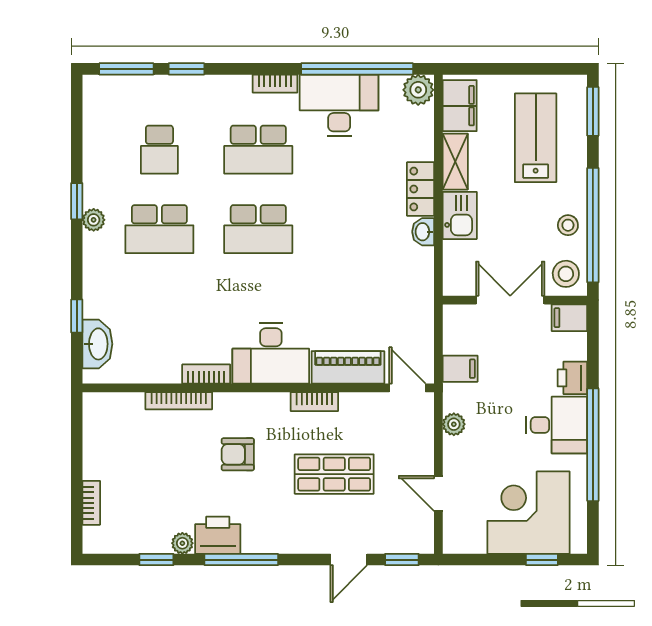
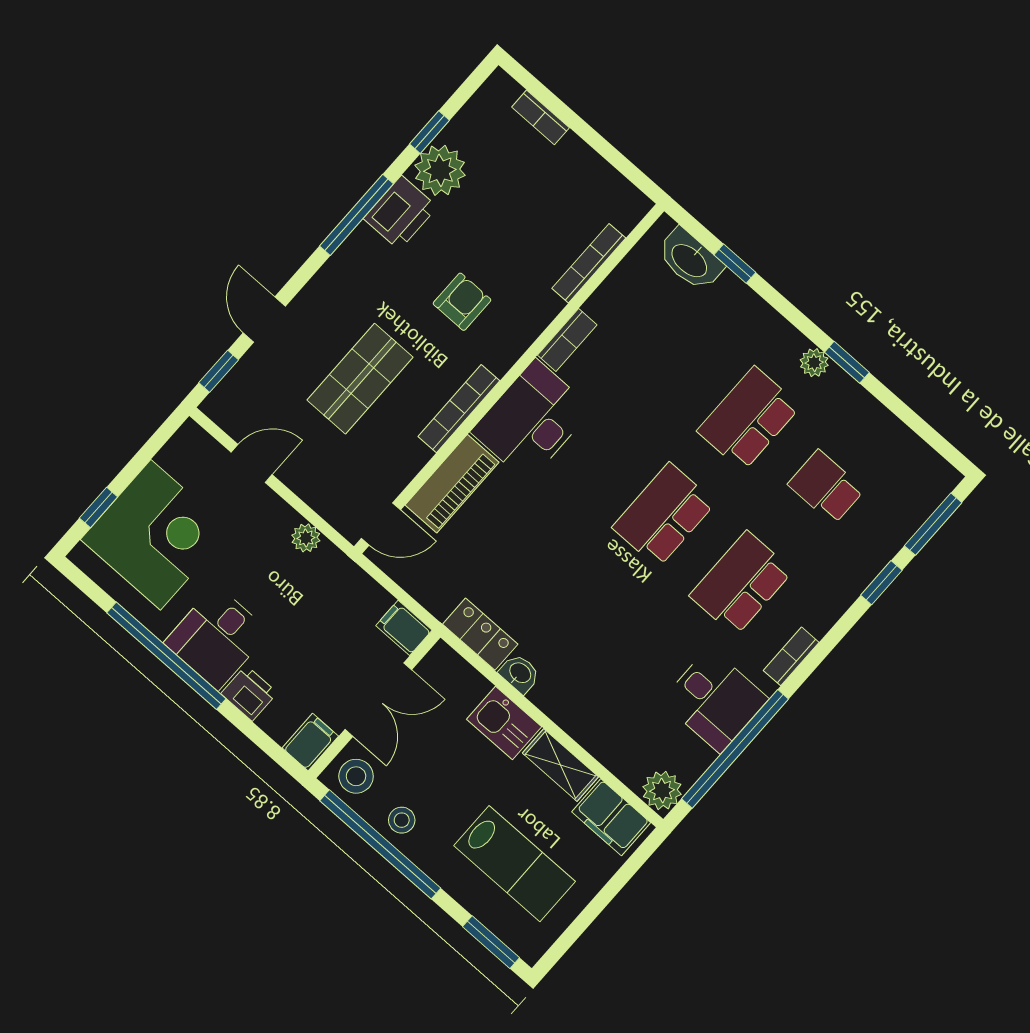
desk: (339, 106) -> (715, 700), width x0.73
locker: (421, 189) -> (480, 634), moved
filing cabinet: (460, 369) -> (404, 628), moved, turned 90
bookcase: (179, 401) -> (589, 263), moved
bookcase: (314, 402) -> (459, 409), width x1.56
plant: (182, 543) -> (440, 170), width x1.88, depth x1.88

